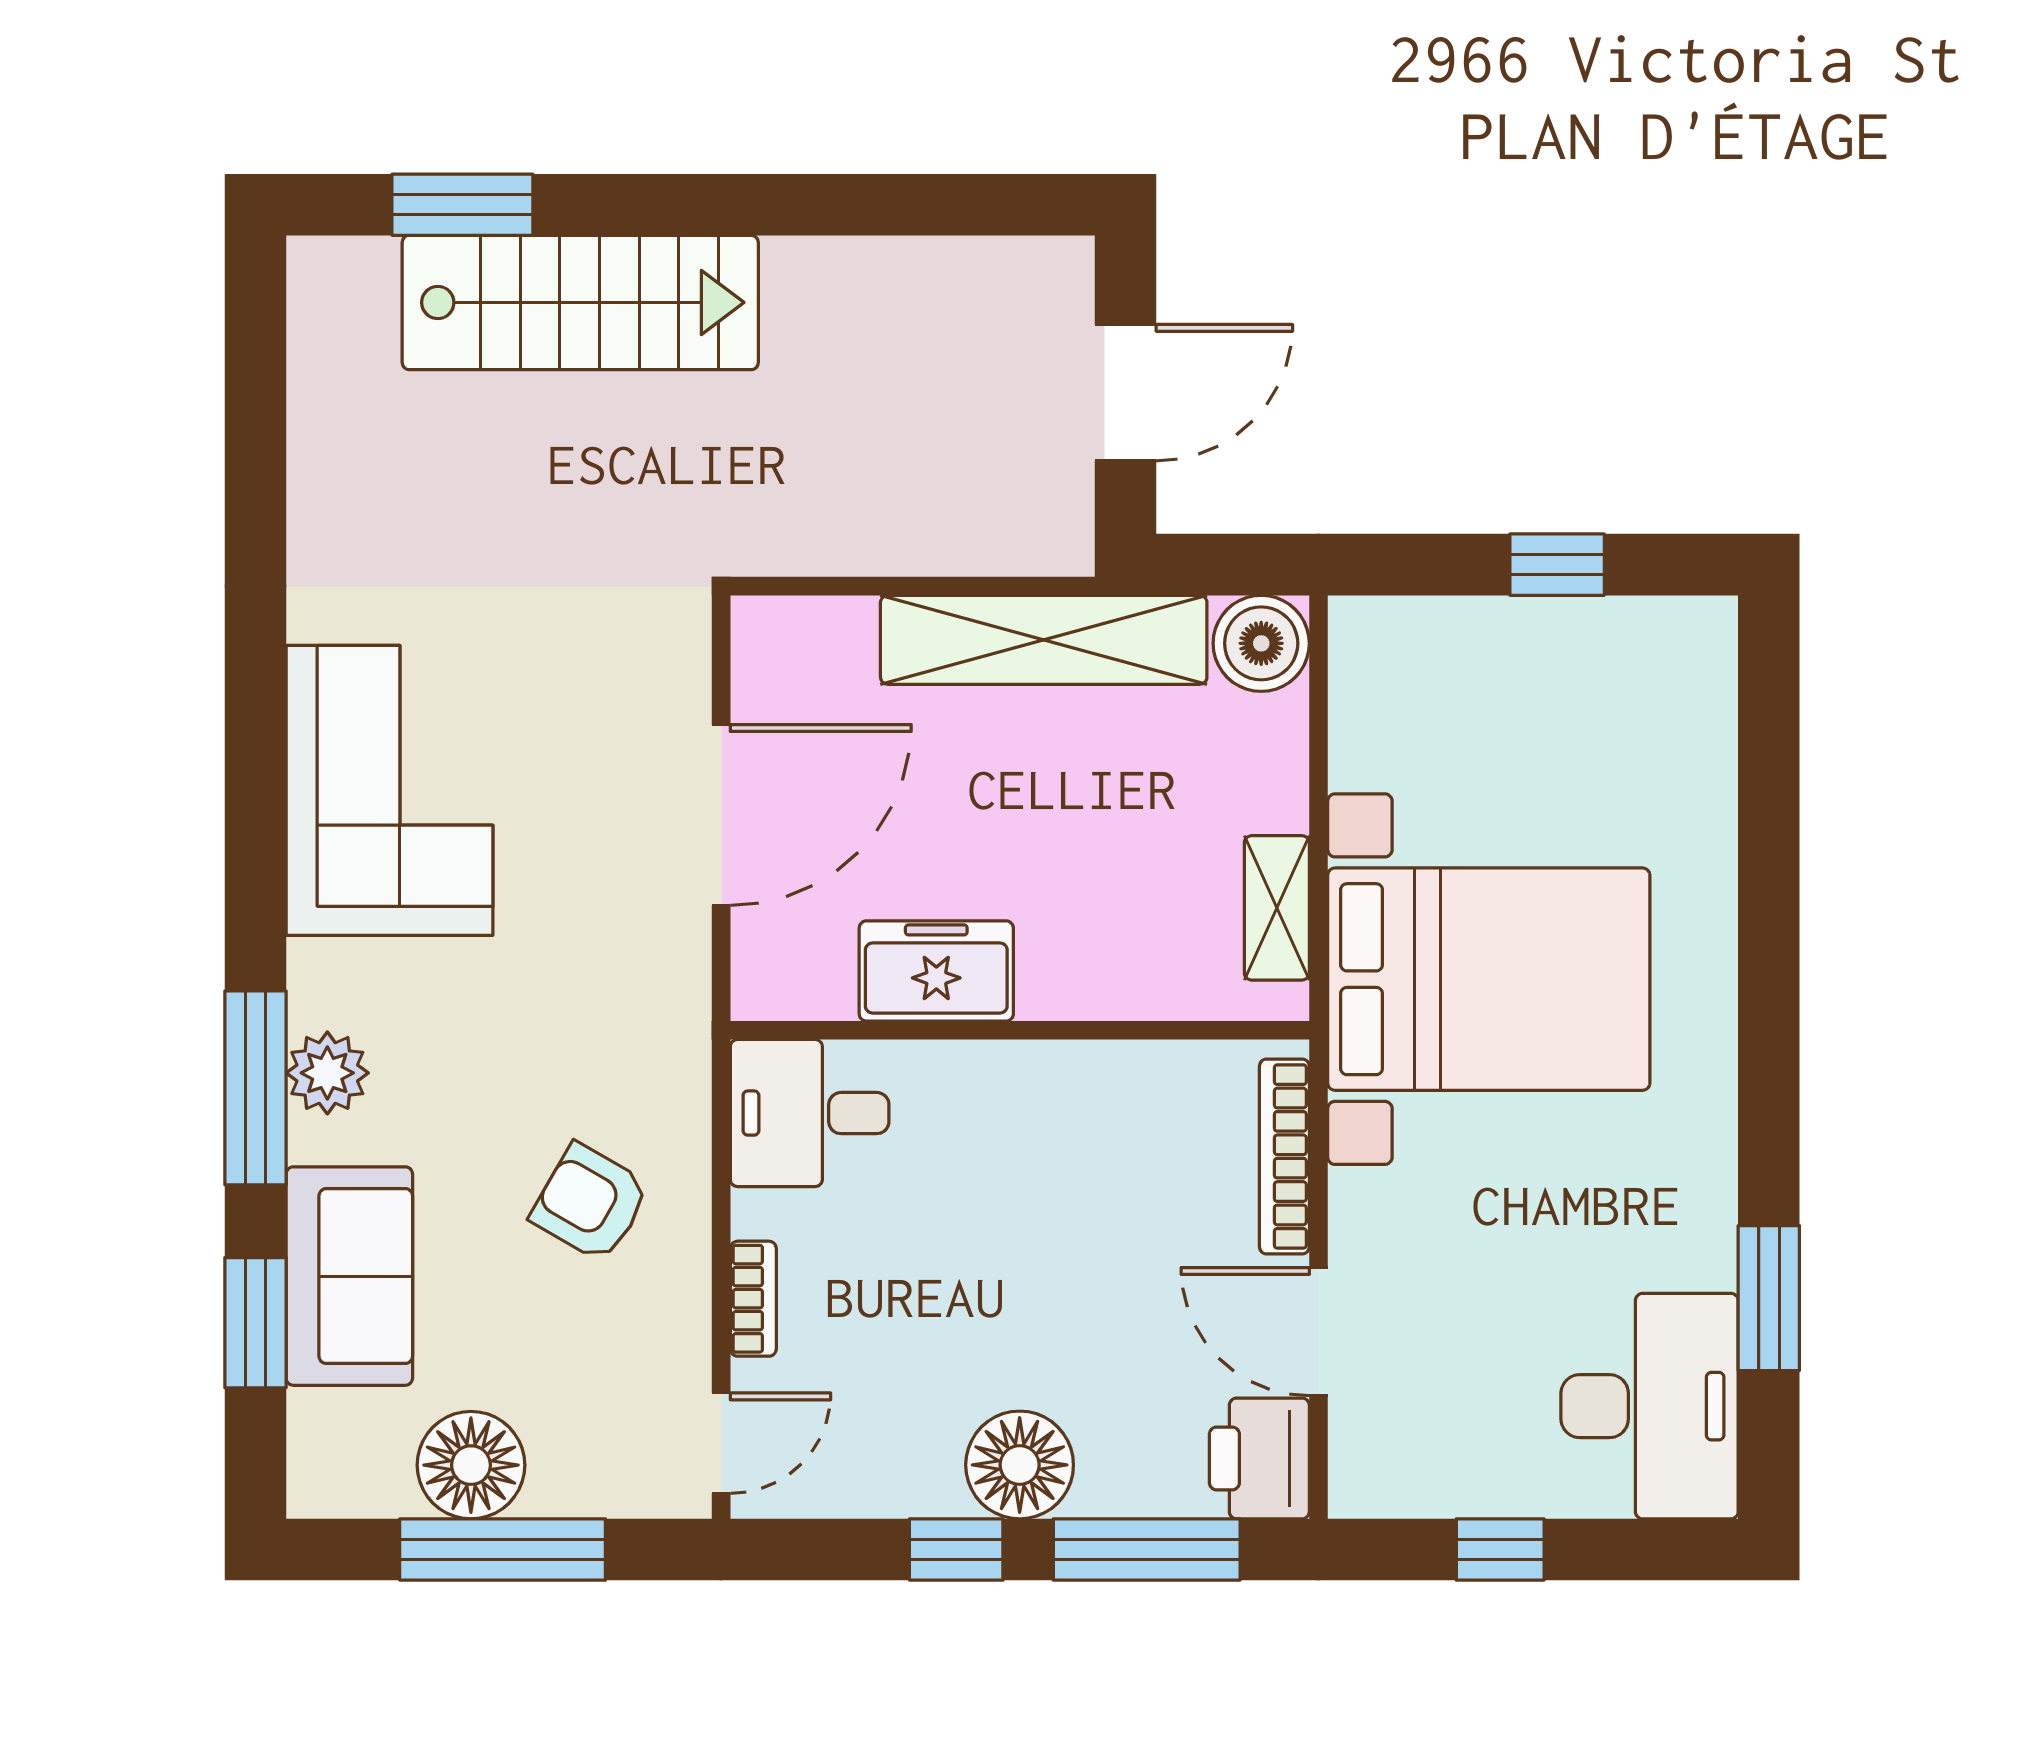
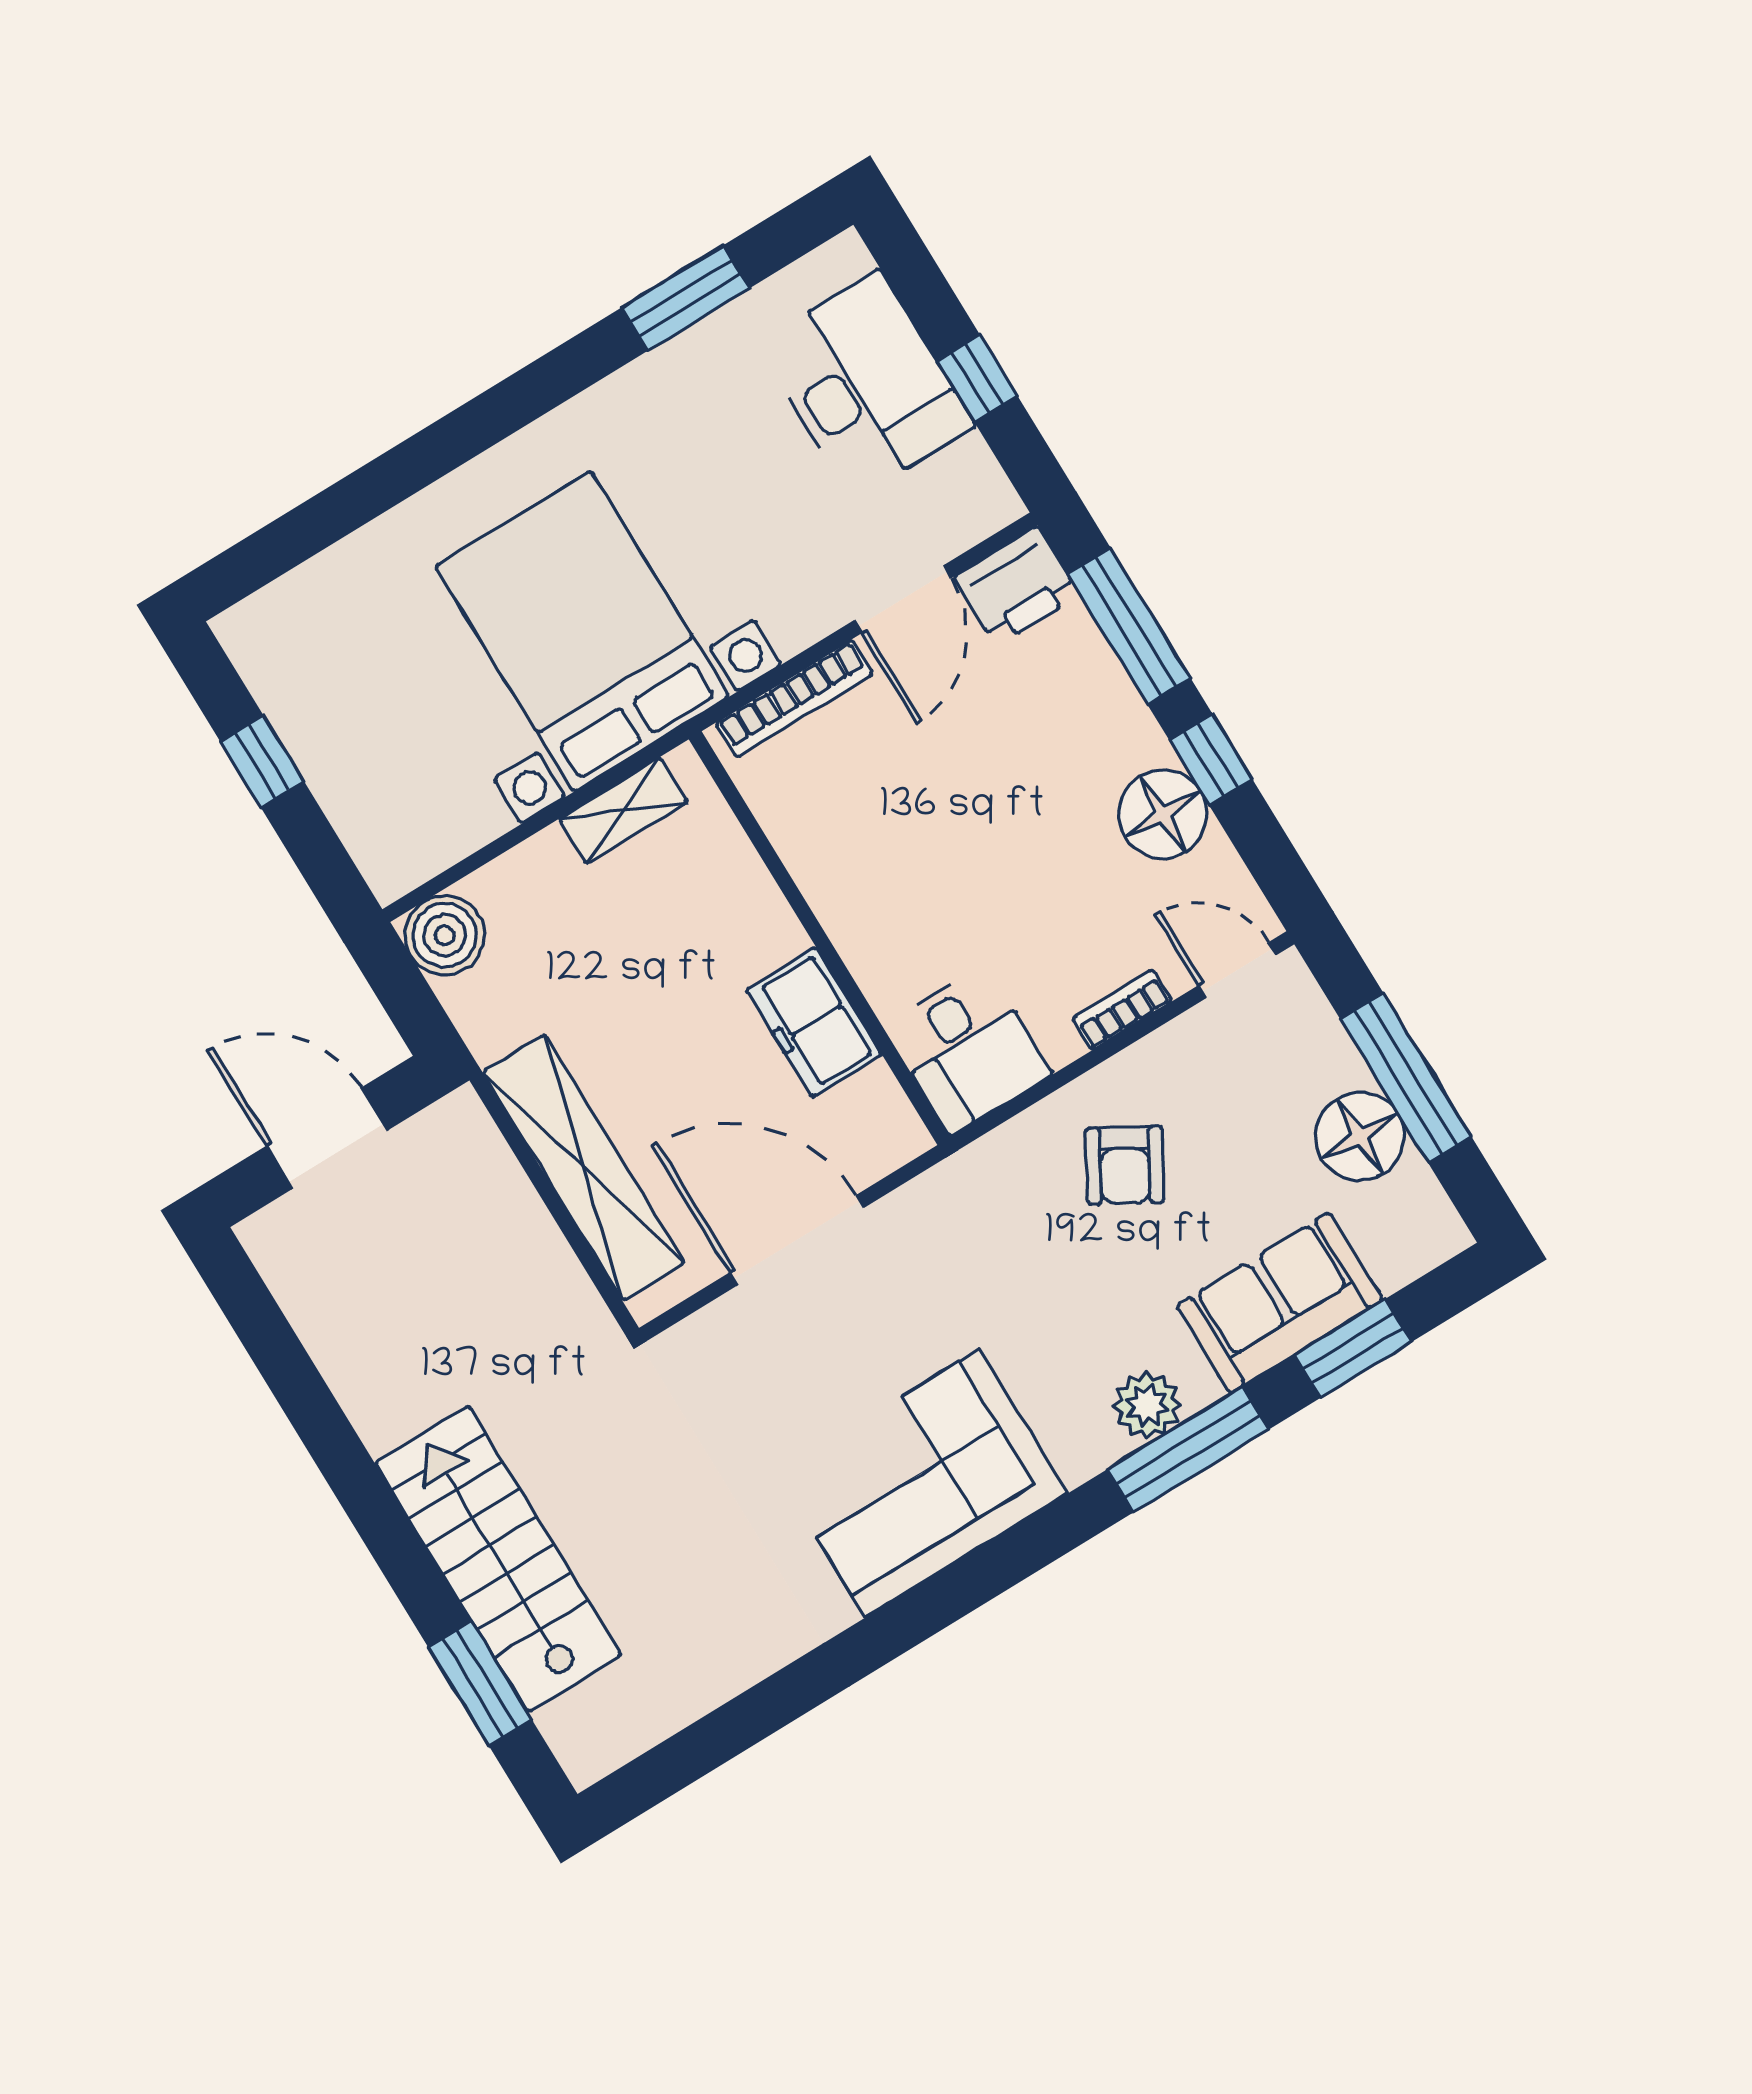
shelving: (1044, 640) -> (584, 1168), moved
desk: (1650, 1406) -> (866, 385), moved, turned 90
floor lamp: (1020, 1465) -> (1163, 814), moved

